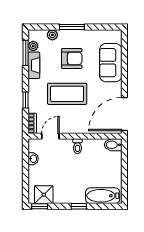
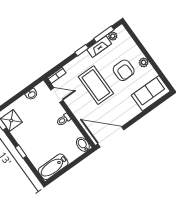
window: (72, 27) -> (146, 54), removed
plant: (52, 35) -> (144, 62), moved
sofa: (111, 63) -> (151, 93), moved
window: (26, 100) -> (82, 50), moved
bathtub: (103, 196) -> (53, 167), moved, turned -90

